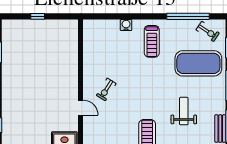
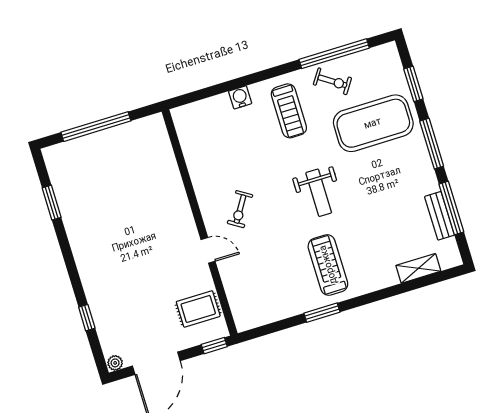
window: (38, 16) -> (96, 127), width x3.17
exercise bike: (208, 31) -> (332, 81), moved
weight bench: (184, 111) -> (319, 193), moved, turned 180

